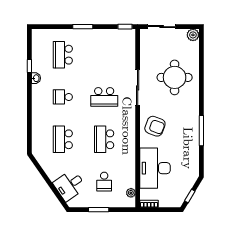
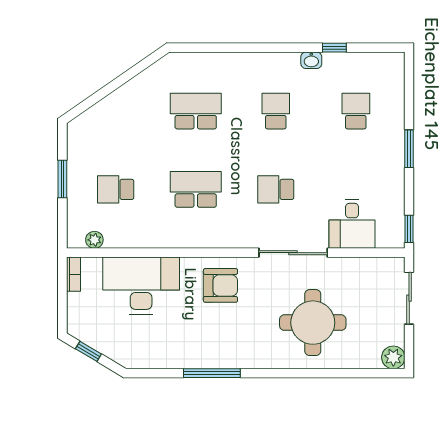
school desk: (63, 55) -> (356, 111), width x0.54
school desk: (104, 97) -> (276, 189), width x0.54
armchair: (155, 126) -> (220, 285), turned -111
desk: (70, 185) -> (352, 224), moved, turned -145

